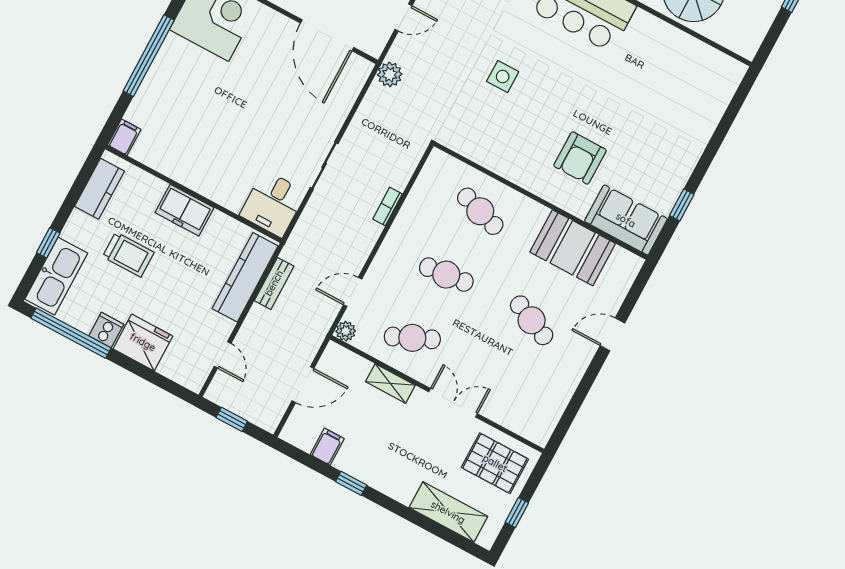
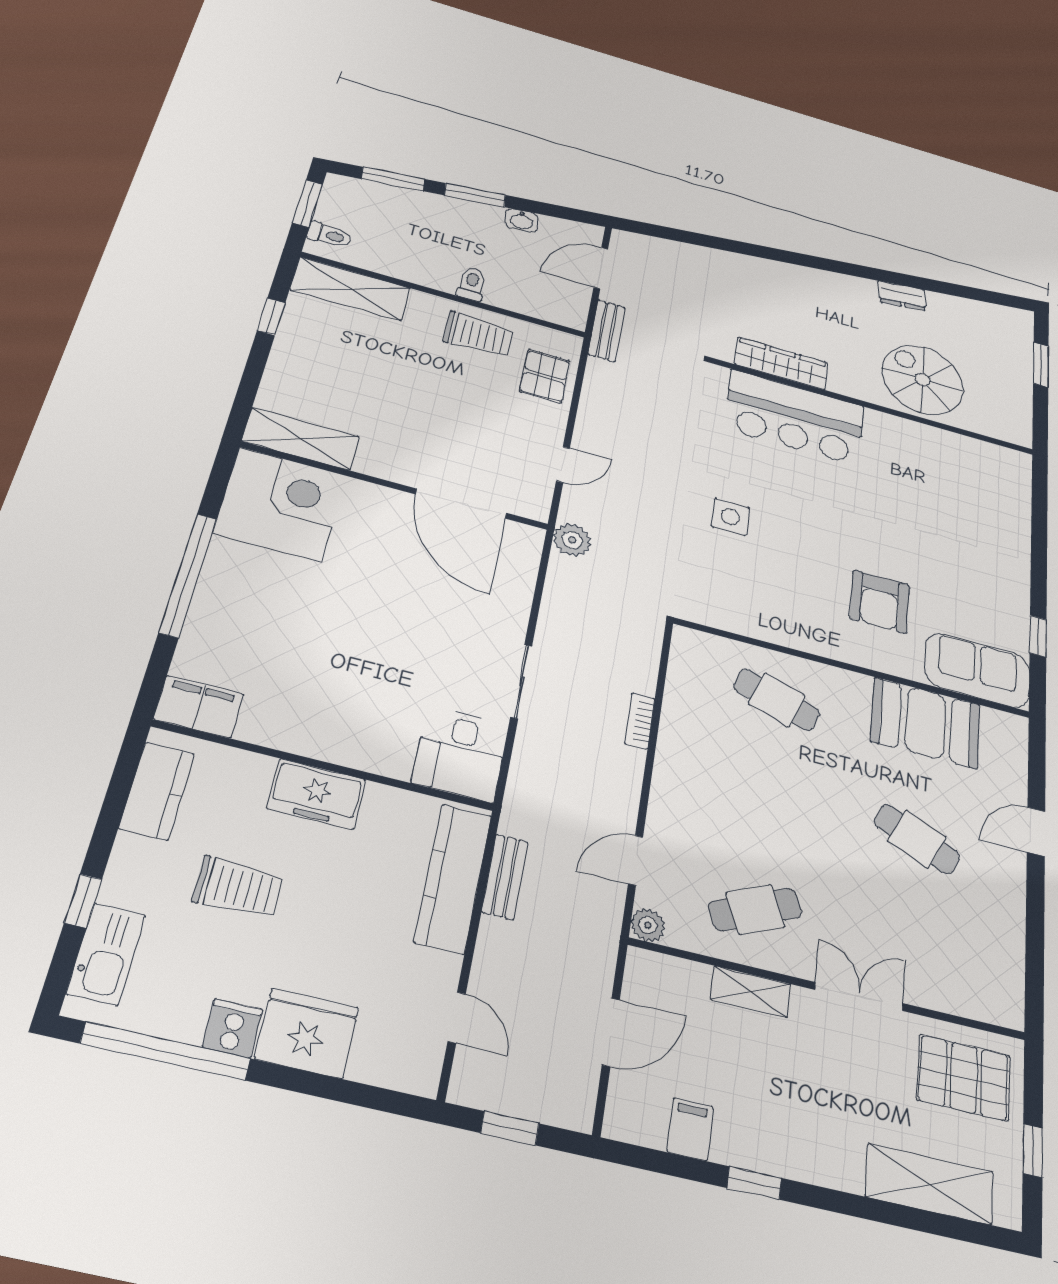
filing cabinet: (124, 137) -> (199, 707), width x2.00
cafe table: (446, 275) -> (766, 801), removed
kitchen sink: (56, 276) -> (106, 954), width x0.73, depth x0.81

